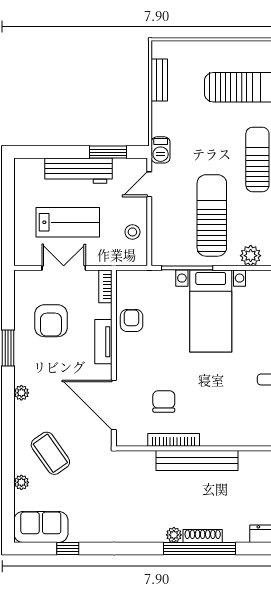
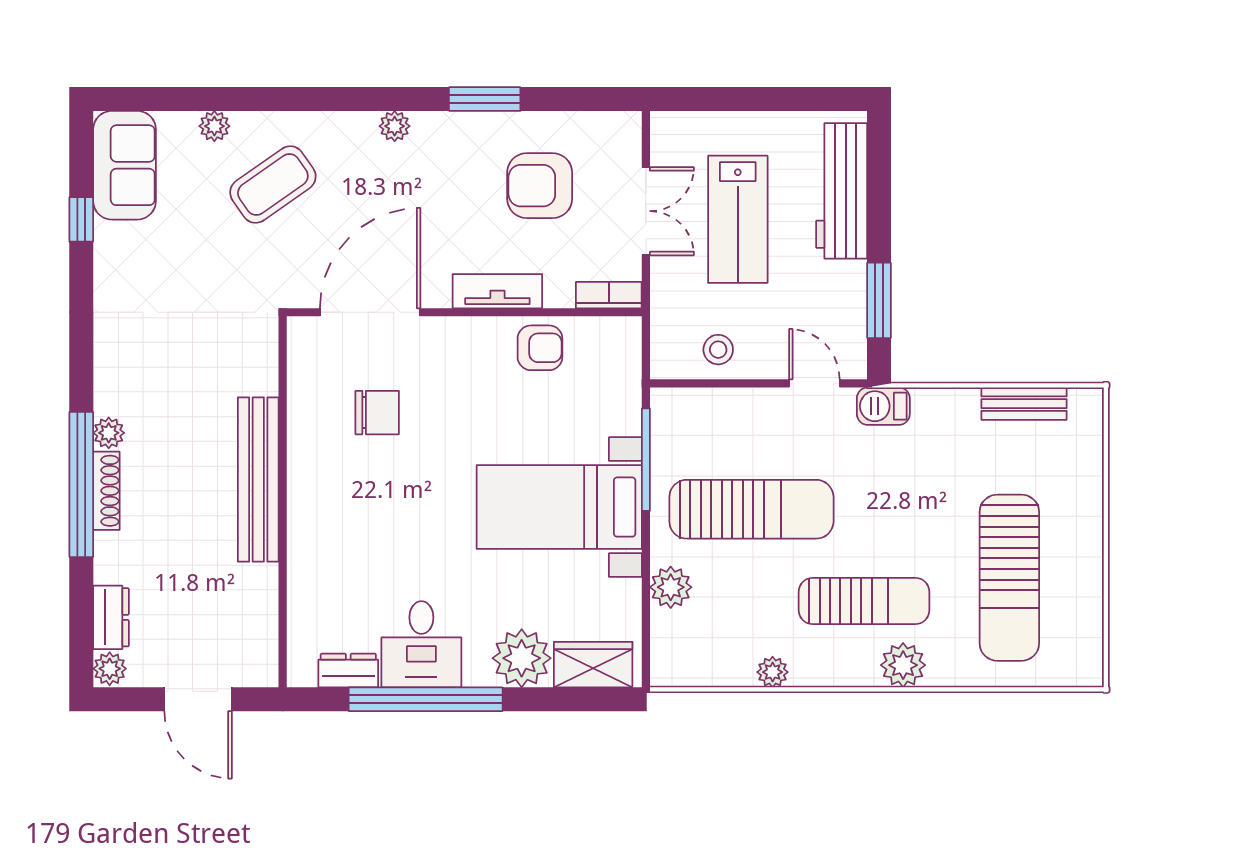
workbench: (78, 171) -> (842, 191), moved
bookcase: (174, 440) -> (300, 432), removed

